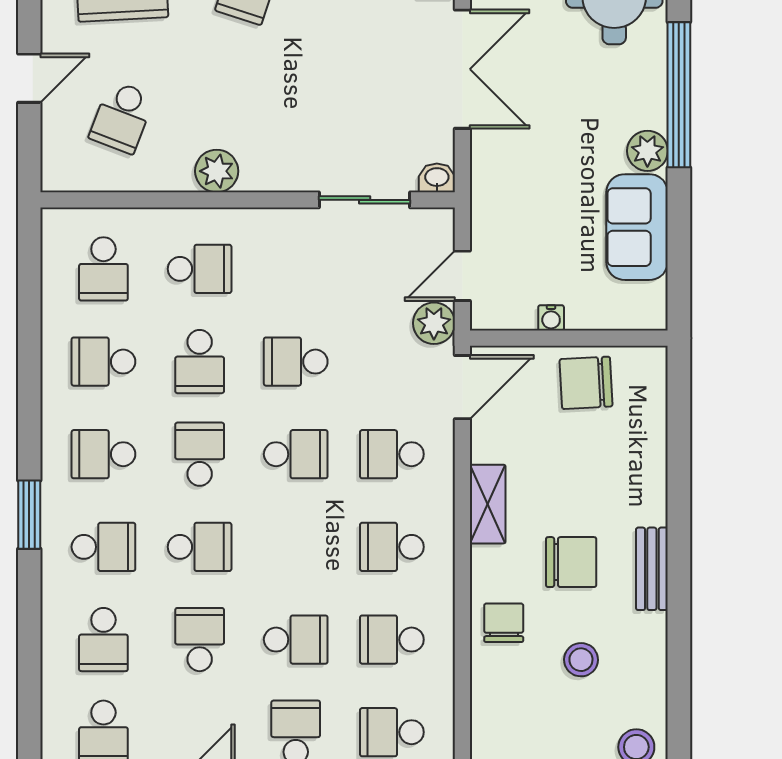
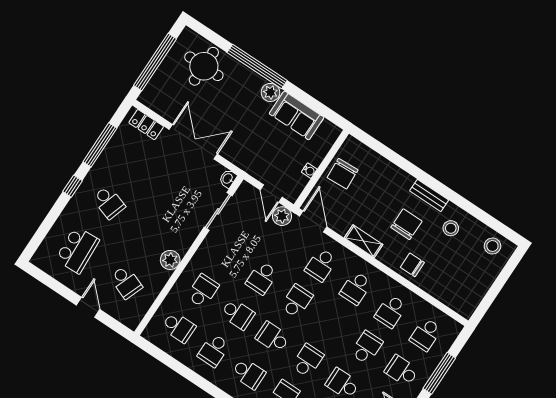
school desk: (103, 454) -> (249, 374), turned -90
stool: (581, 660) -> (451, 228), moved

